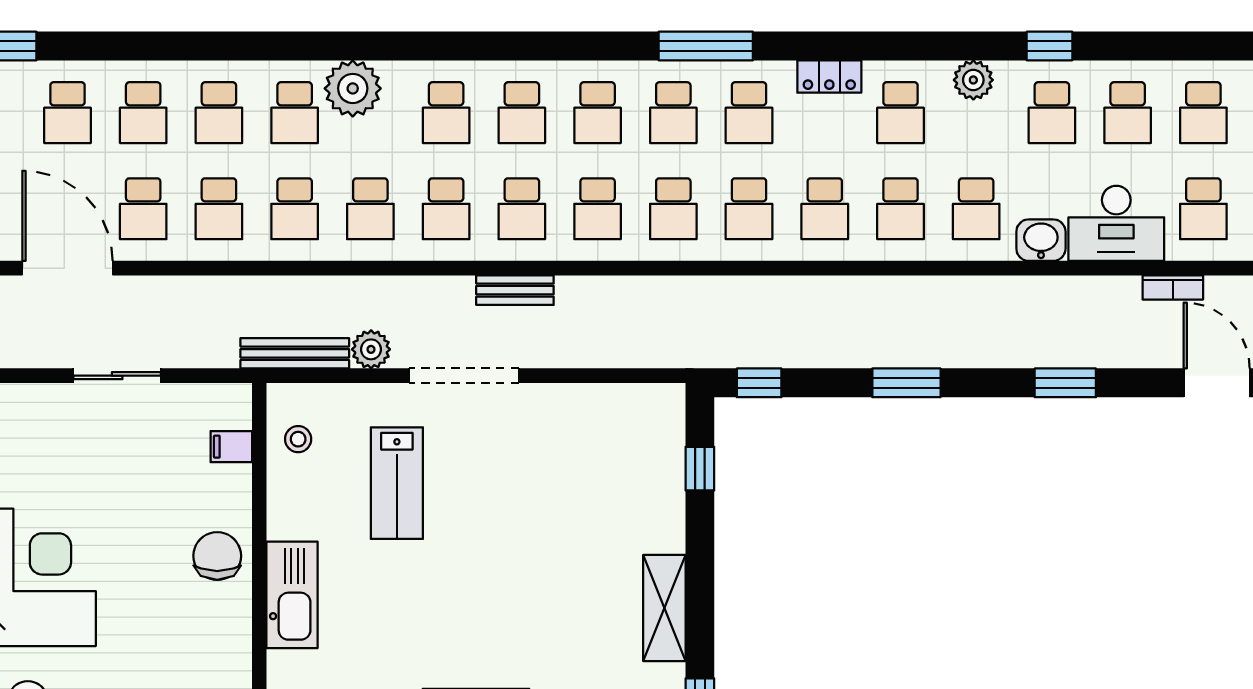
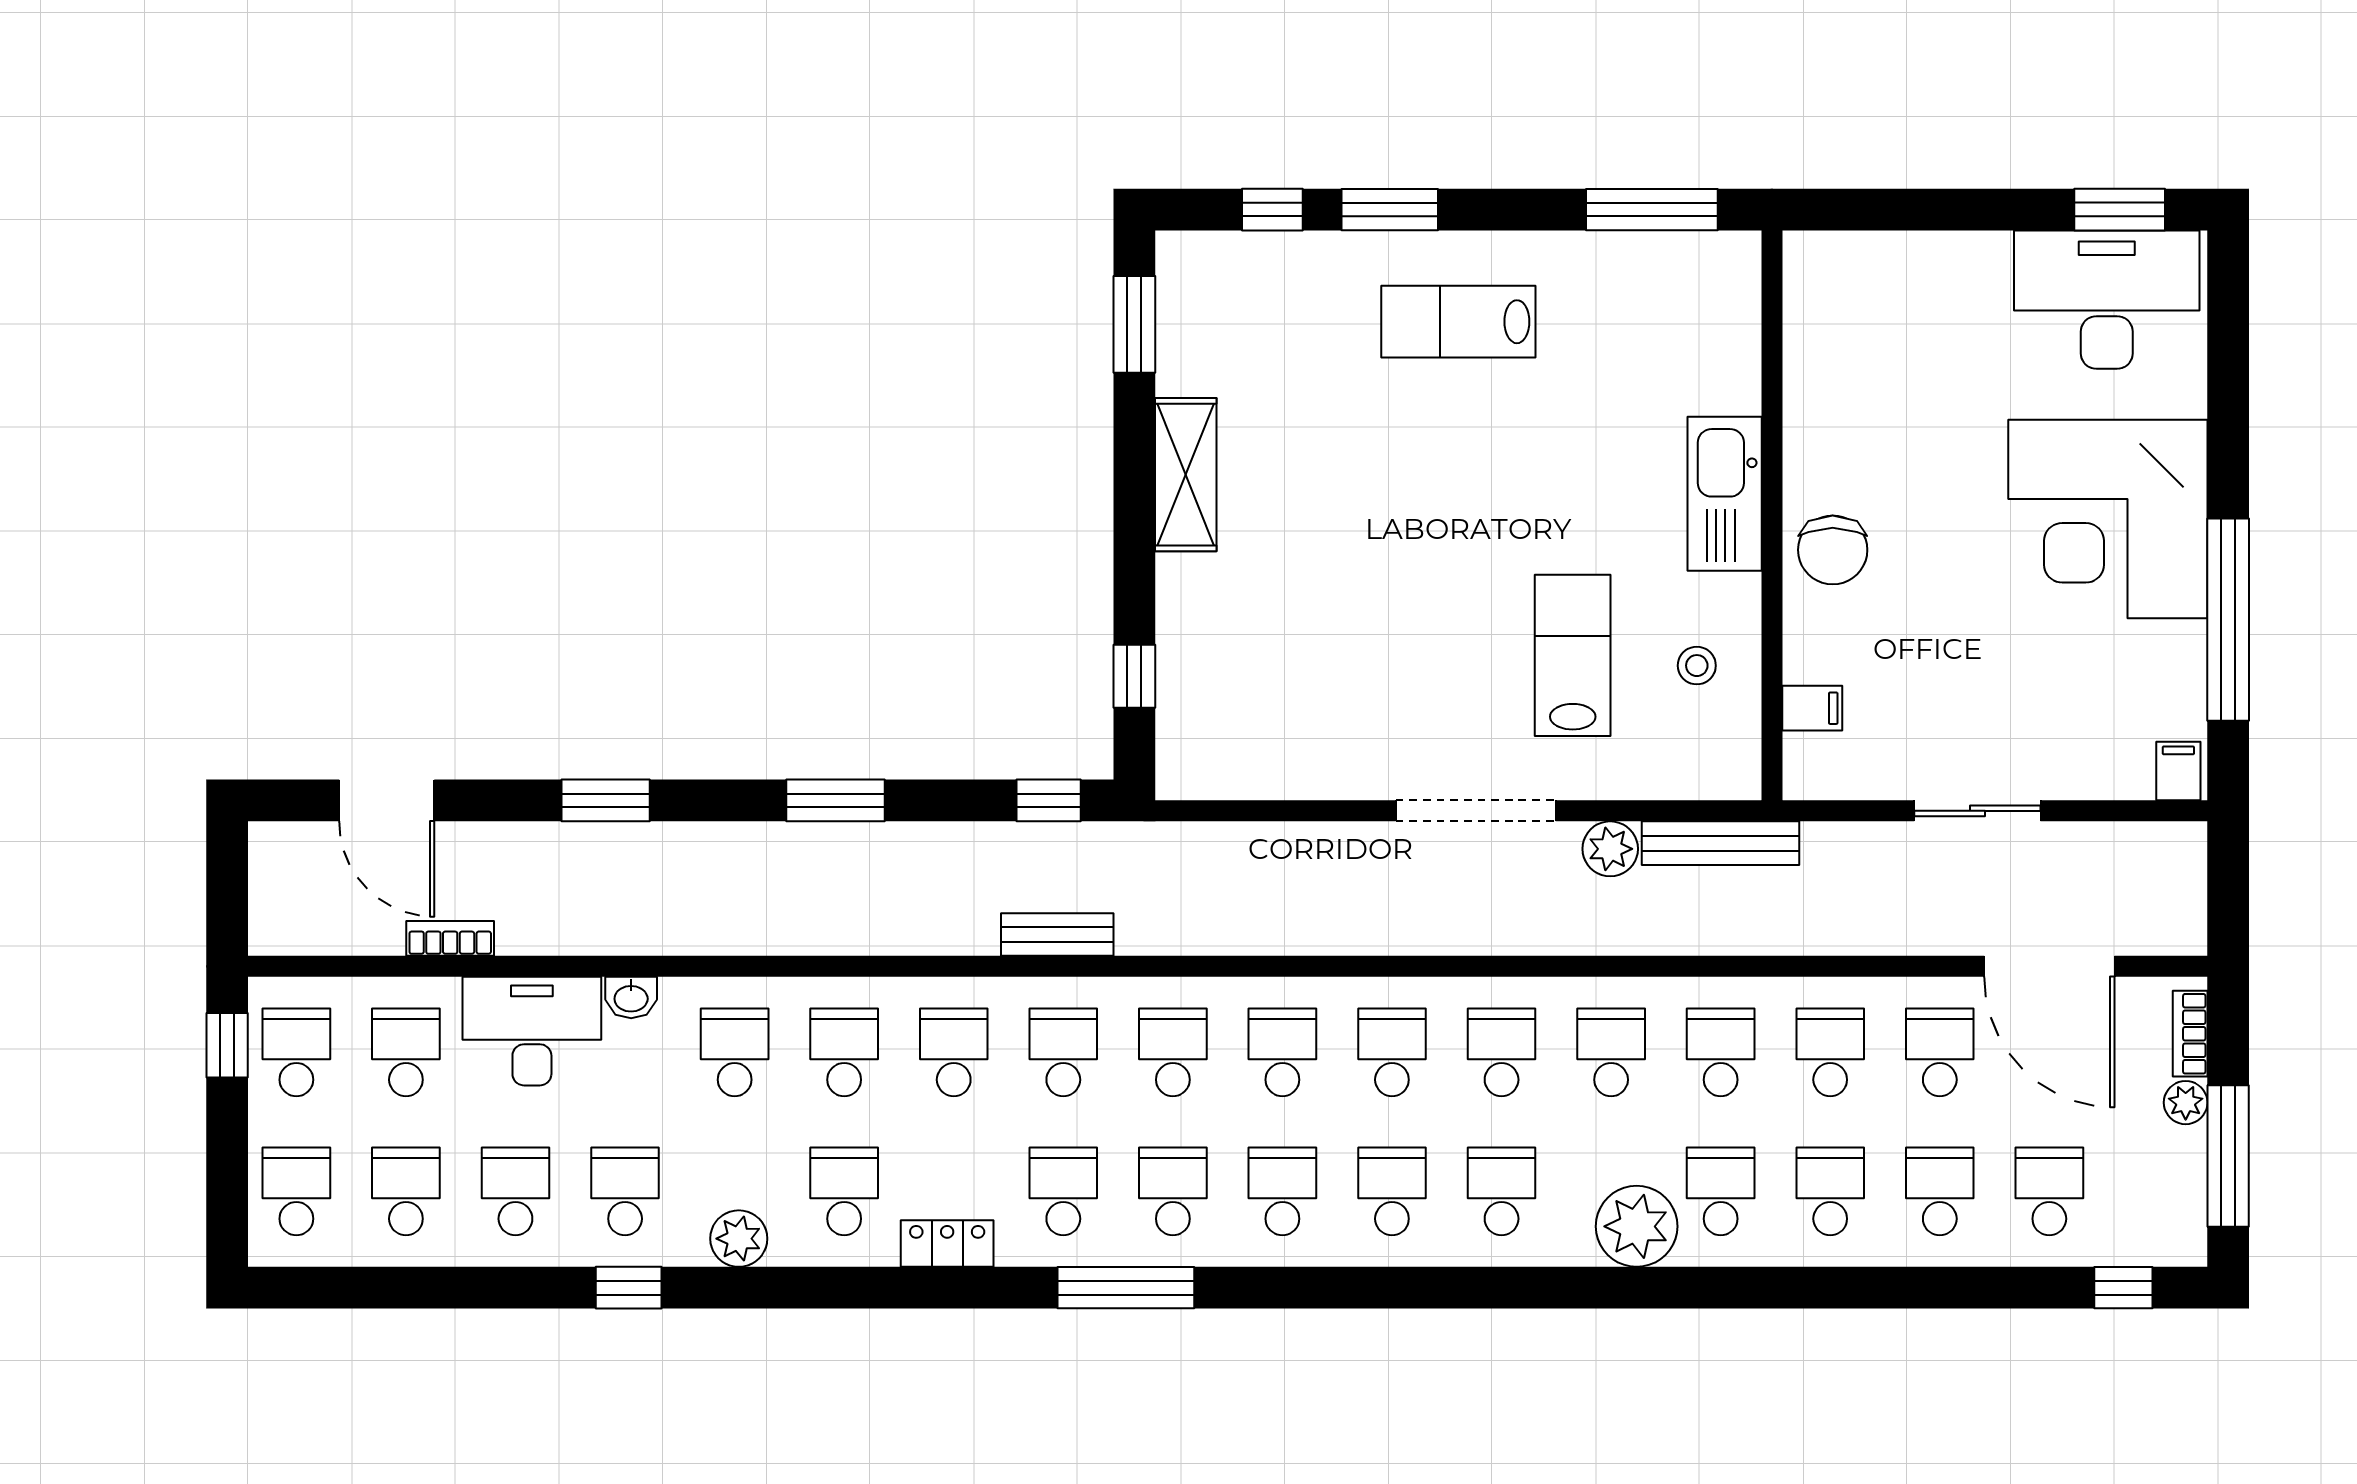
washbasin: (1041, 240) -> (631, 998), width x0.72, depth x0.69
bench: (515, 290) -> (1057, 935), moved
stool: (298, 439) -> (1697, 666), moved

